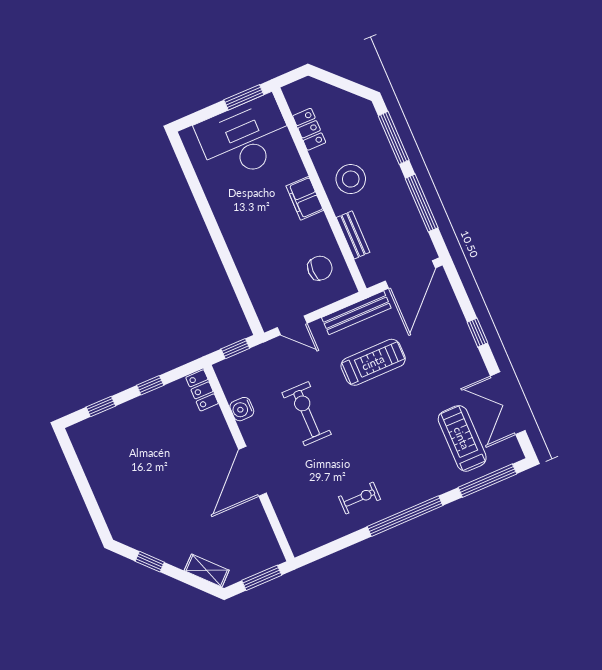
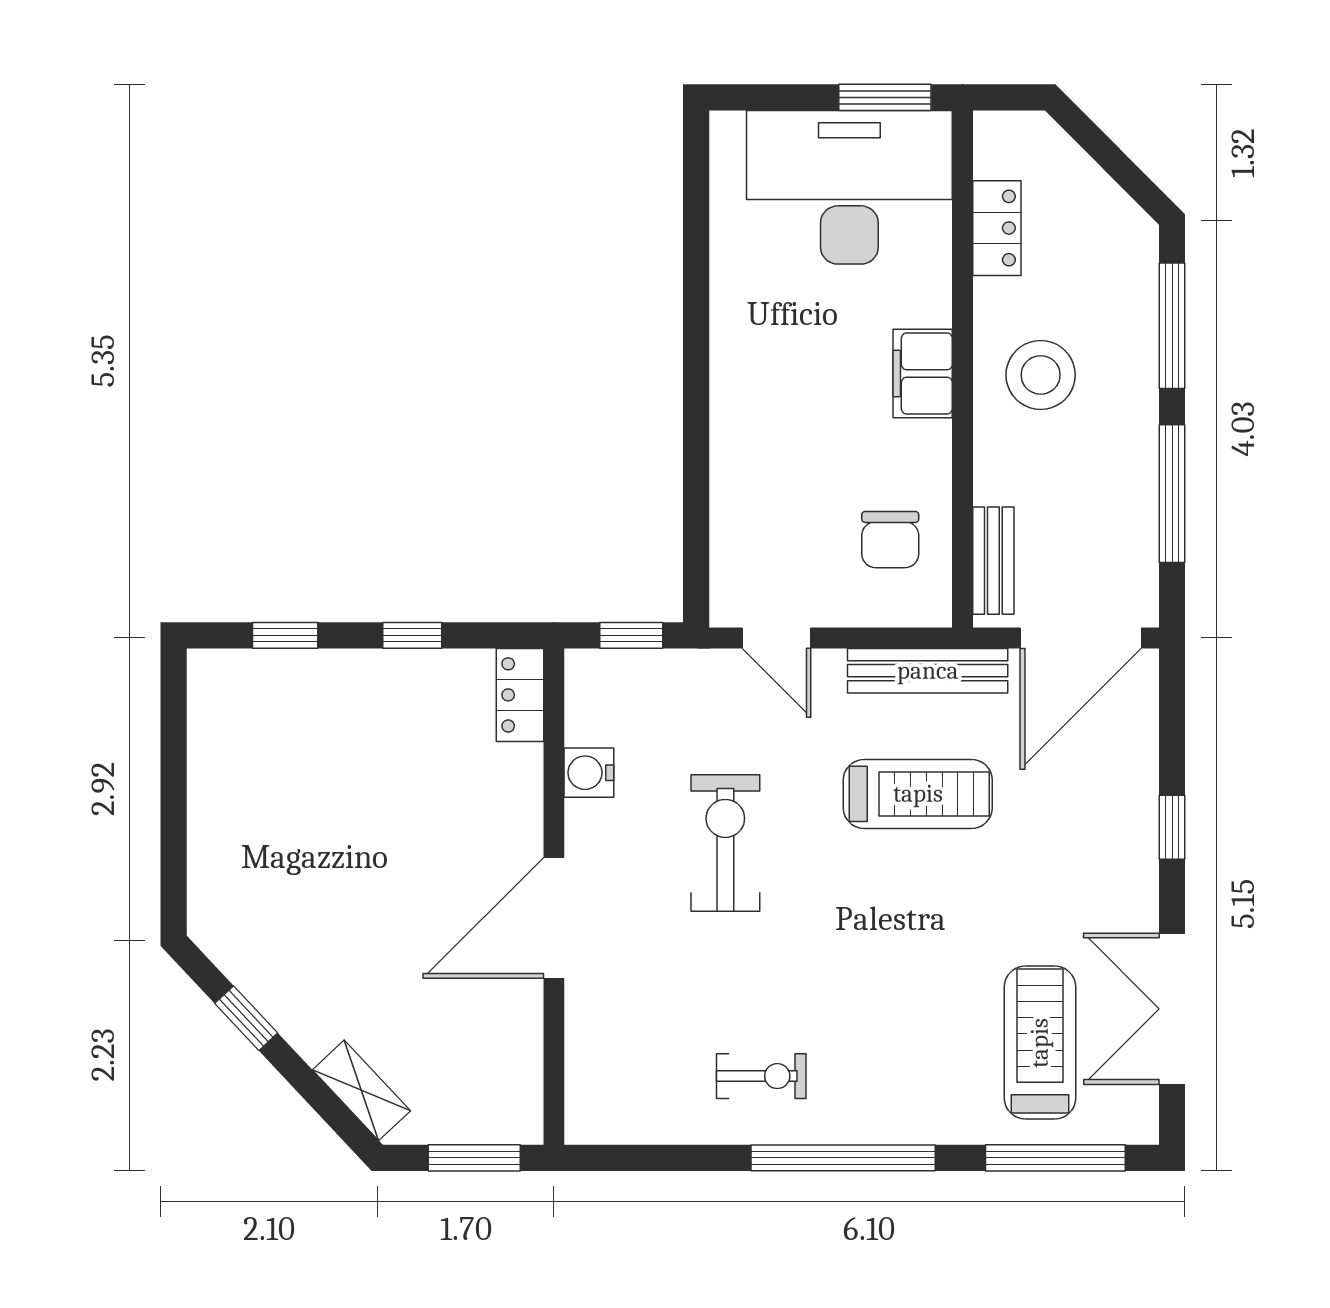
bench: (353, 235) -> (993, 561), moved
chair: (320, 268) -> (890, 540), turned 90

